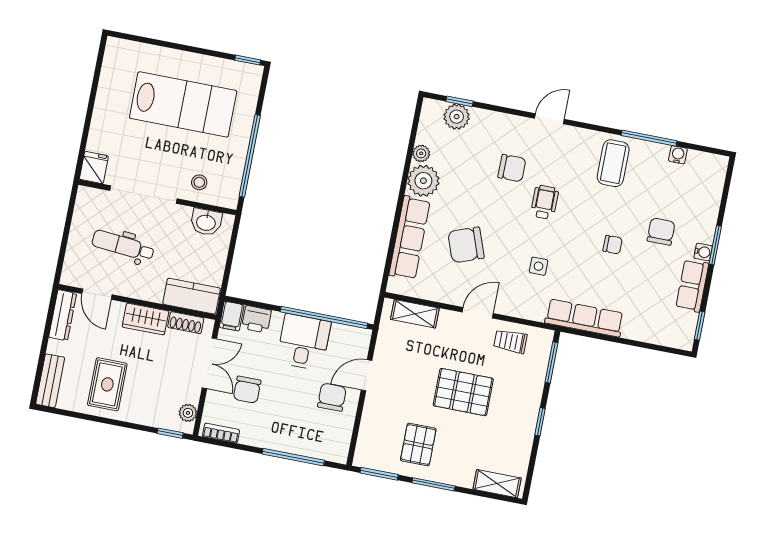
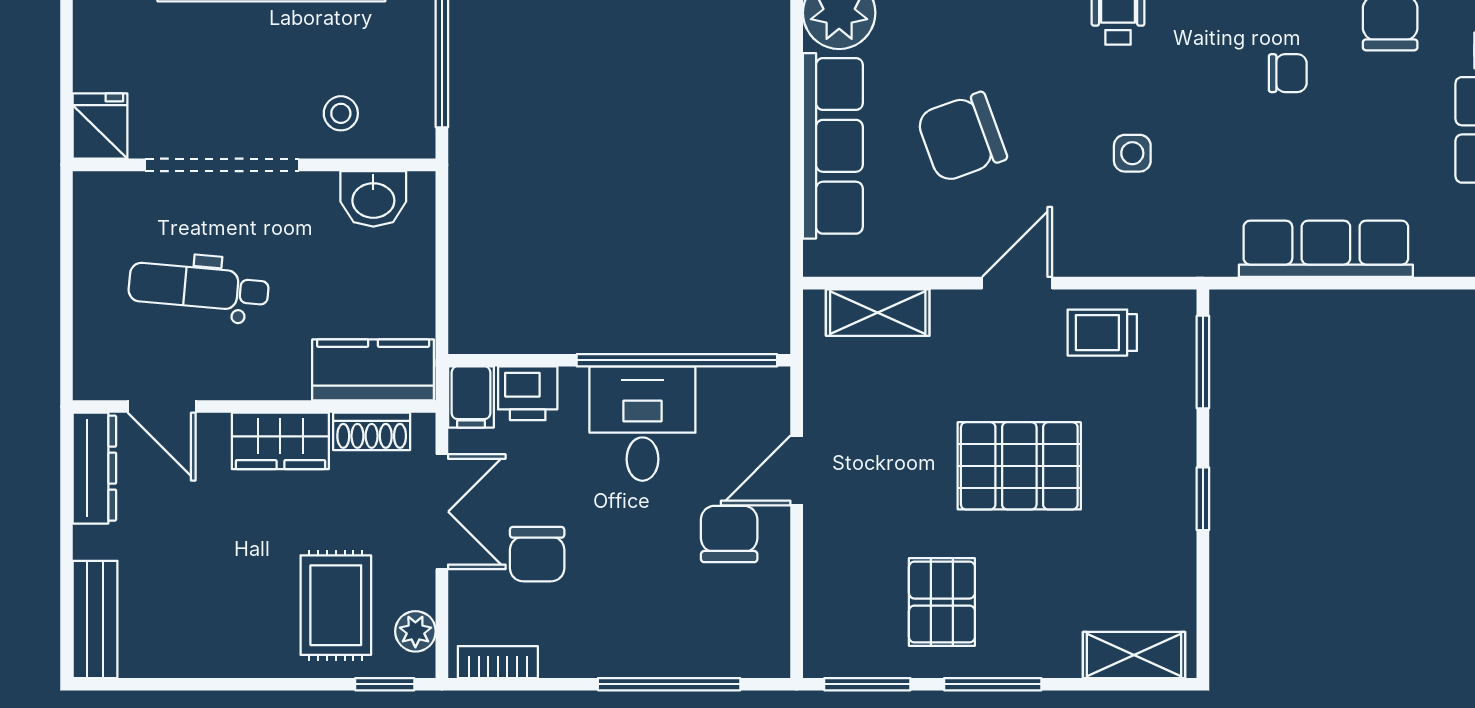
row of seats: (584, 318) -> (1326, 249), moved
rug: (107, 384) -> (336, 605), moved

